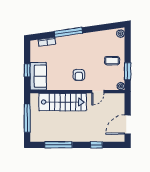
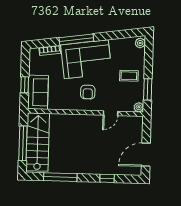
corner sofa: (77, 48) -> (86, 59), added
stairs: (63, 102) -> (38, 142), moved, turned -90

